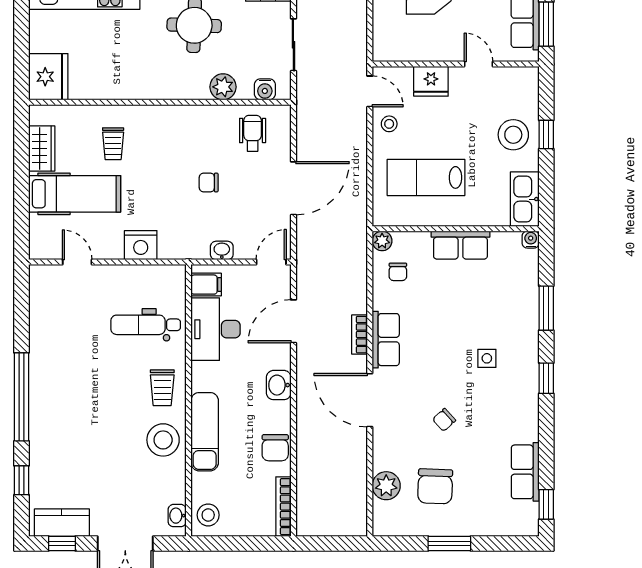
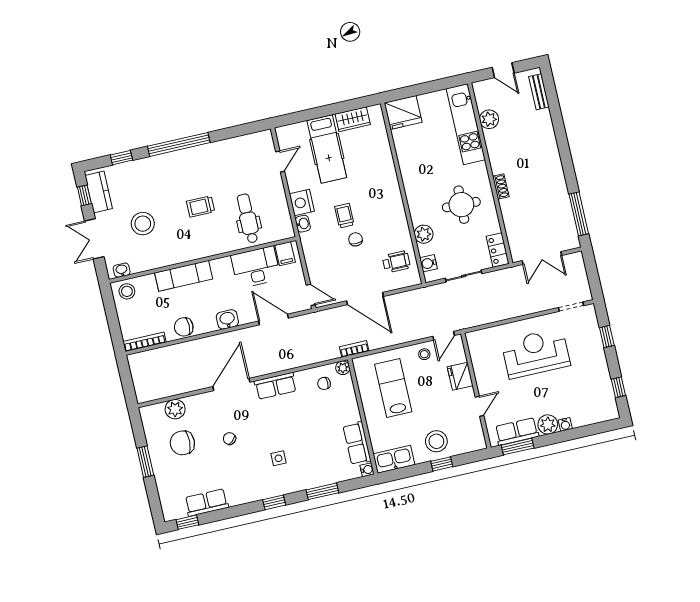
trolley: (113, 144) -> (344, 216), moved, turned 90
row of seats: (460, 245) -> (357, 443), moved
washbasin: (222, 250) -> (303, 224), moved
bookcase: (360, 335) -> (354, 349), moved
trolley: (162, 388) -> (201, 206), moved
stool: (163, 440) -> (143, 224), moved

